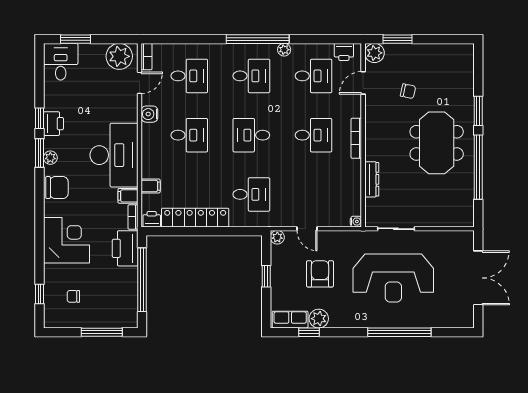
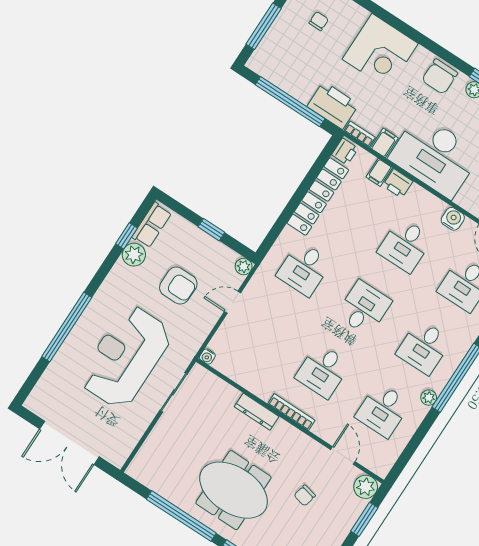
printer: (344, 52) -> (398, 183), moved, turned -90
dresser: (372, 179) -> (257, 412), moved

